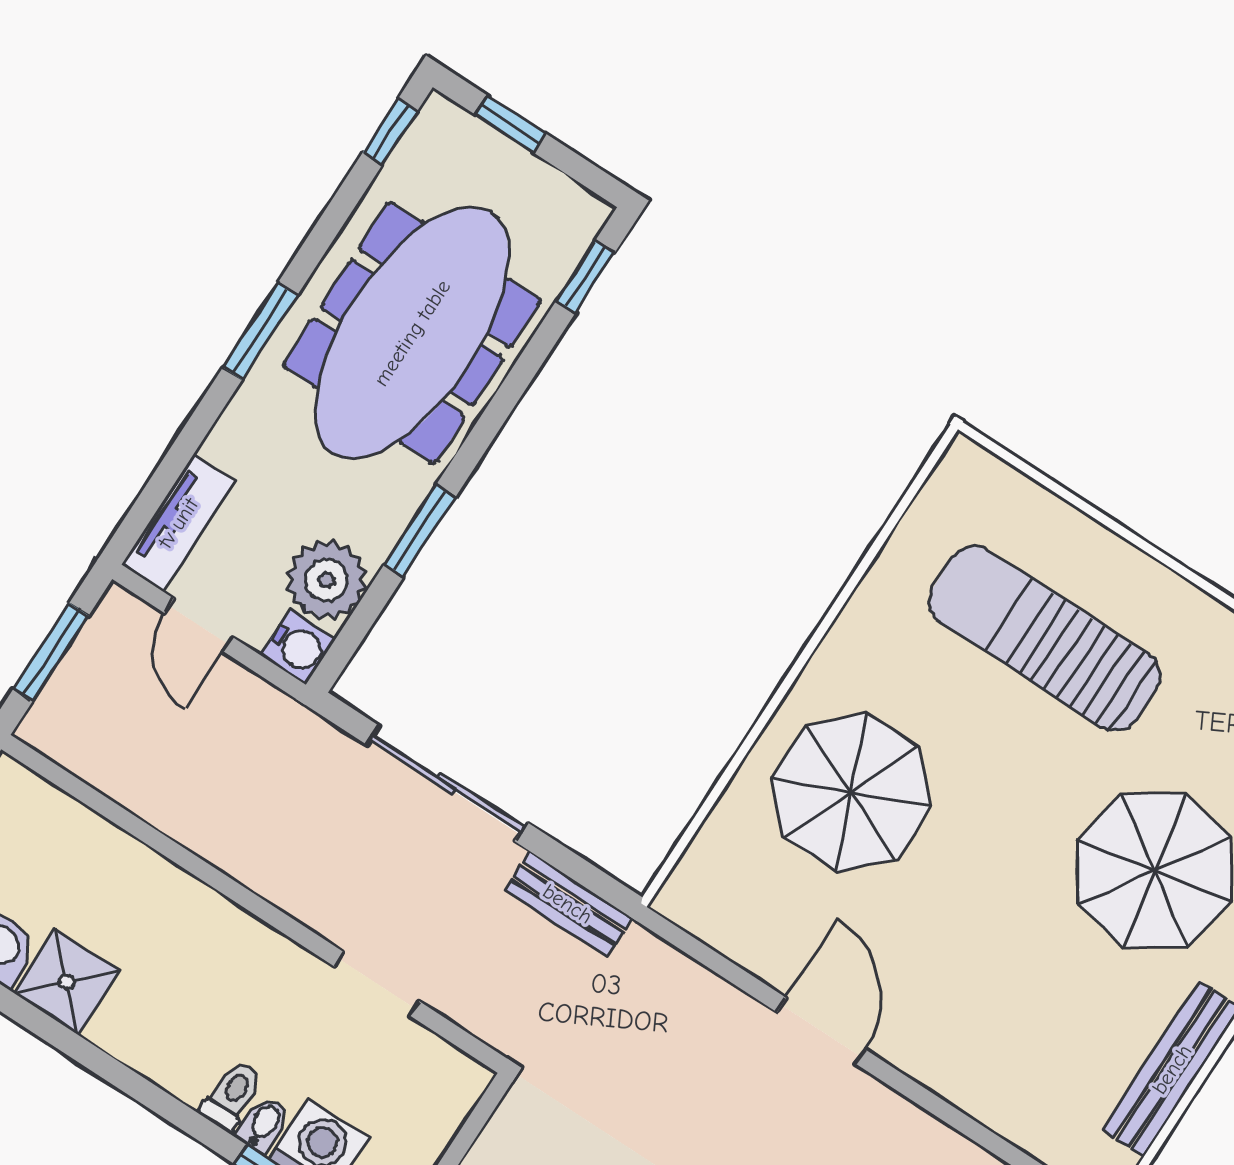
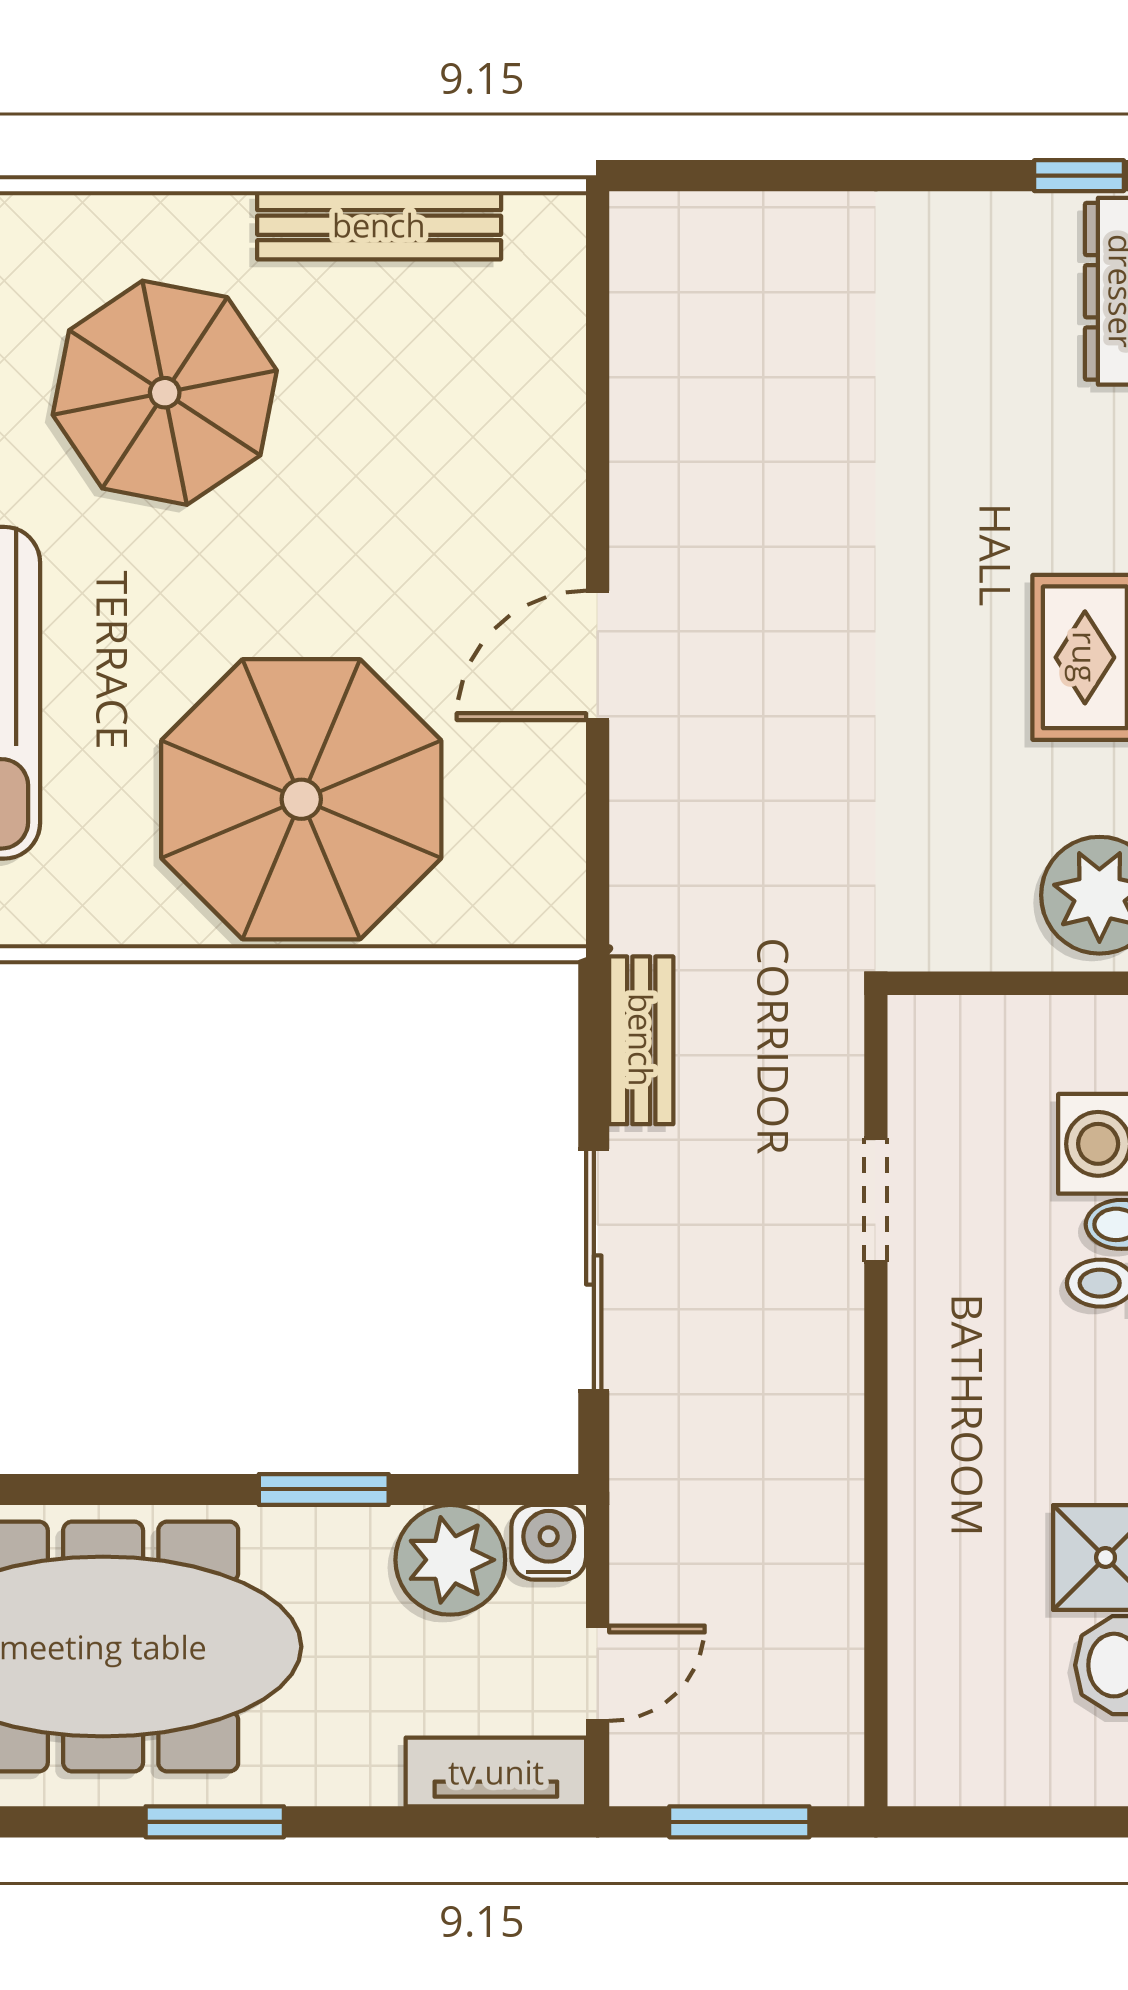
parasol: (851, 792) -> (301, 799), width x1.36, depth x1.36

